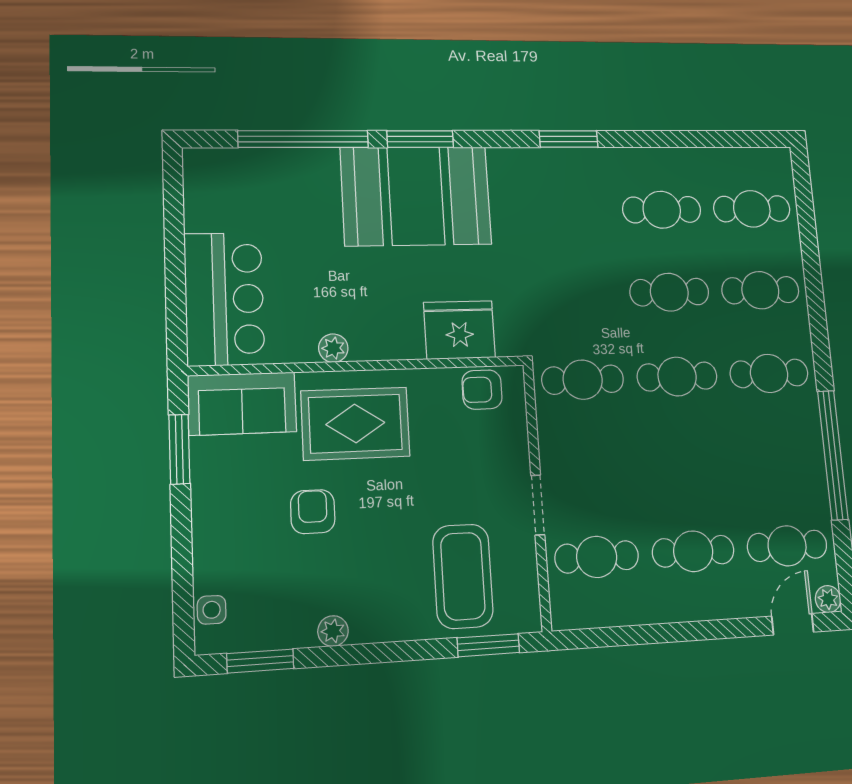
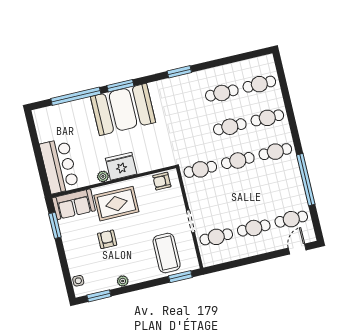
fridge: (459, 330) -> (121, 166), moved
plant: (828, 599) -> (310, 237), removed

